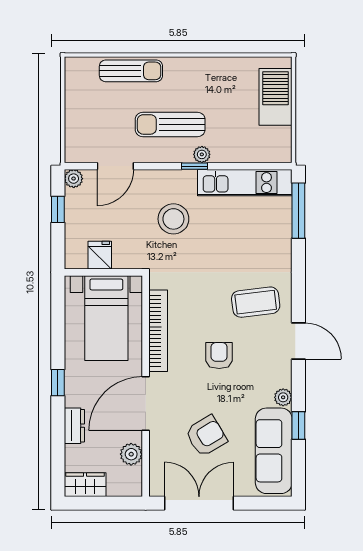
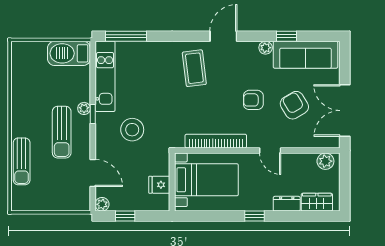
sun lounger: (131, 71) -> (22, 161), turned 180
barbecue: (276, 97) -> (69, 53), moved
armchair: (219, 356) -> (253, 100), moved
door: (146, 403) -> (270, 150), width x0.53
plant: (131, 454) -> (325, 161), moved
wardrobe: (85, 485) -> (317, 202), moved, turned 90

